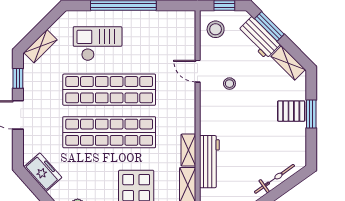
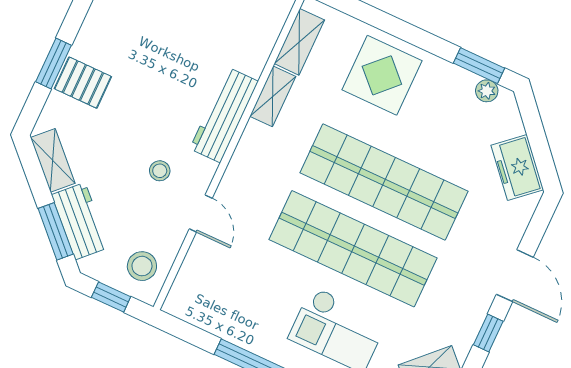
workbench: (209, 162) -> (224, 115), moved

